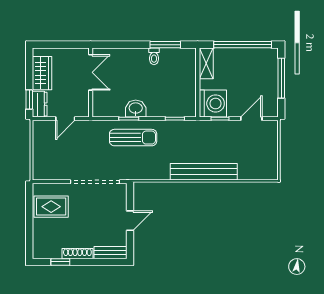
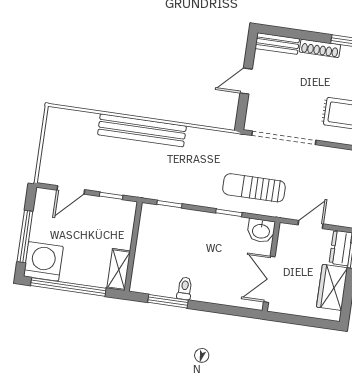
washing machine: (213, 103) -> (43, 261), moved, turned 90
washbasin: (136, 109) -> (261, 231), moved
sun lounger: (133, 138) -> (254, 188), moved

